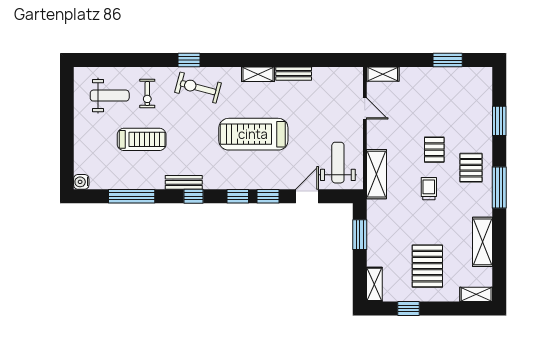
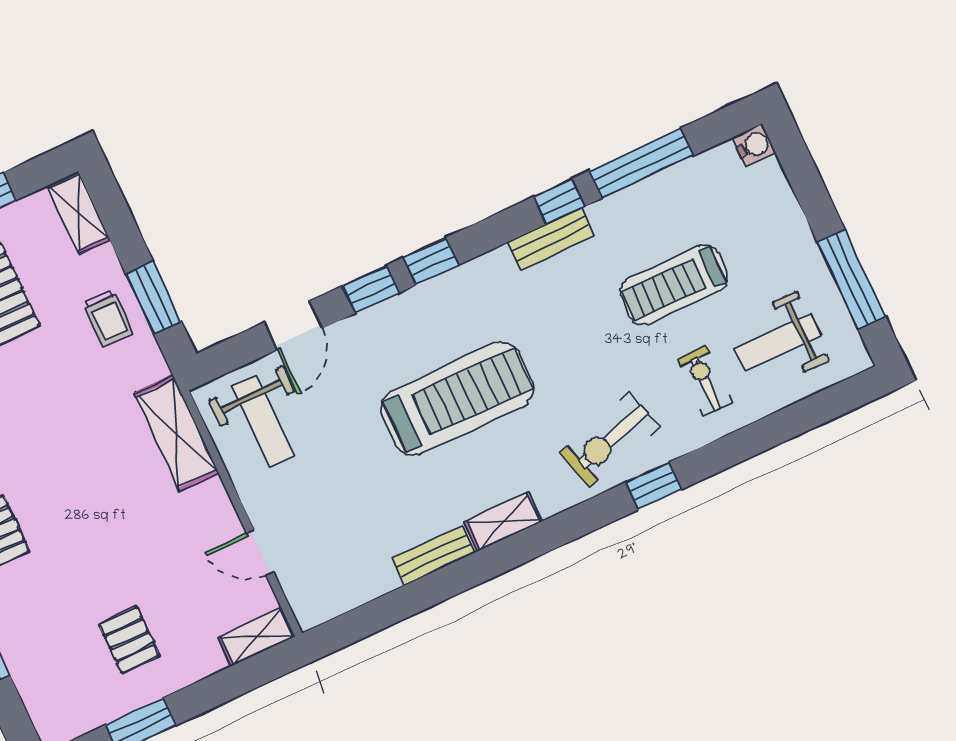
exercise bike: (198, 88) -> (610, 440), turned 149
window: (67, 107) -> (851, 279), added
pallet: (434, 150) -> (129, 640), moved
trolley: (429, 189) -> (108, 318), moved
window: (194, 196) -> (559, 202), moved

